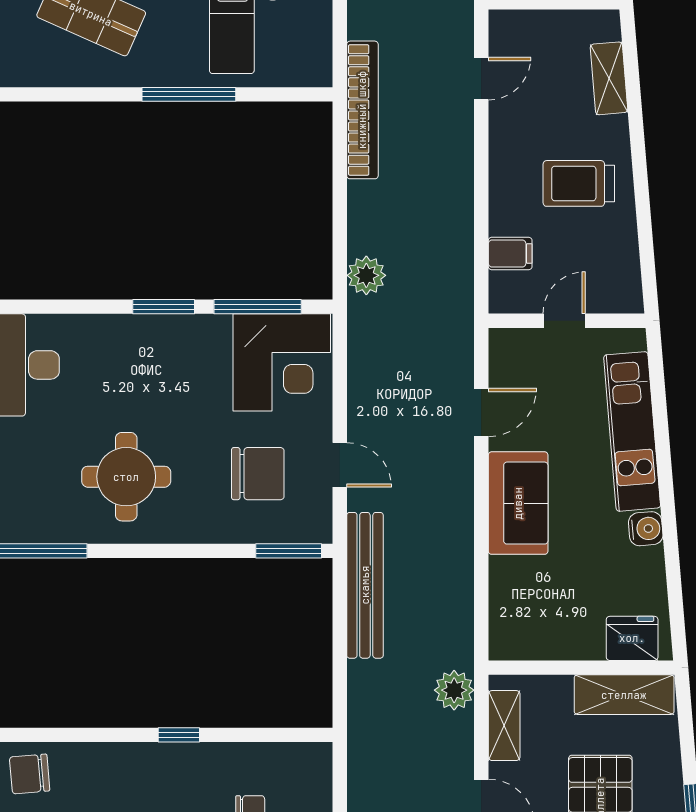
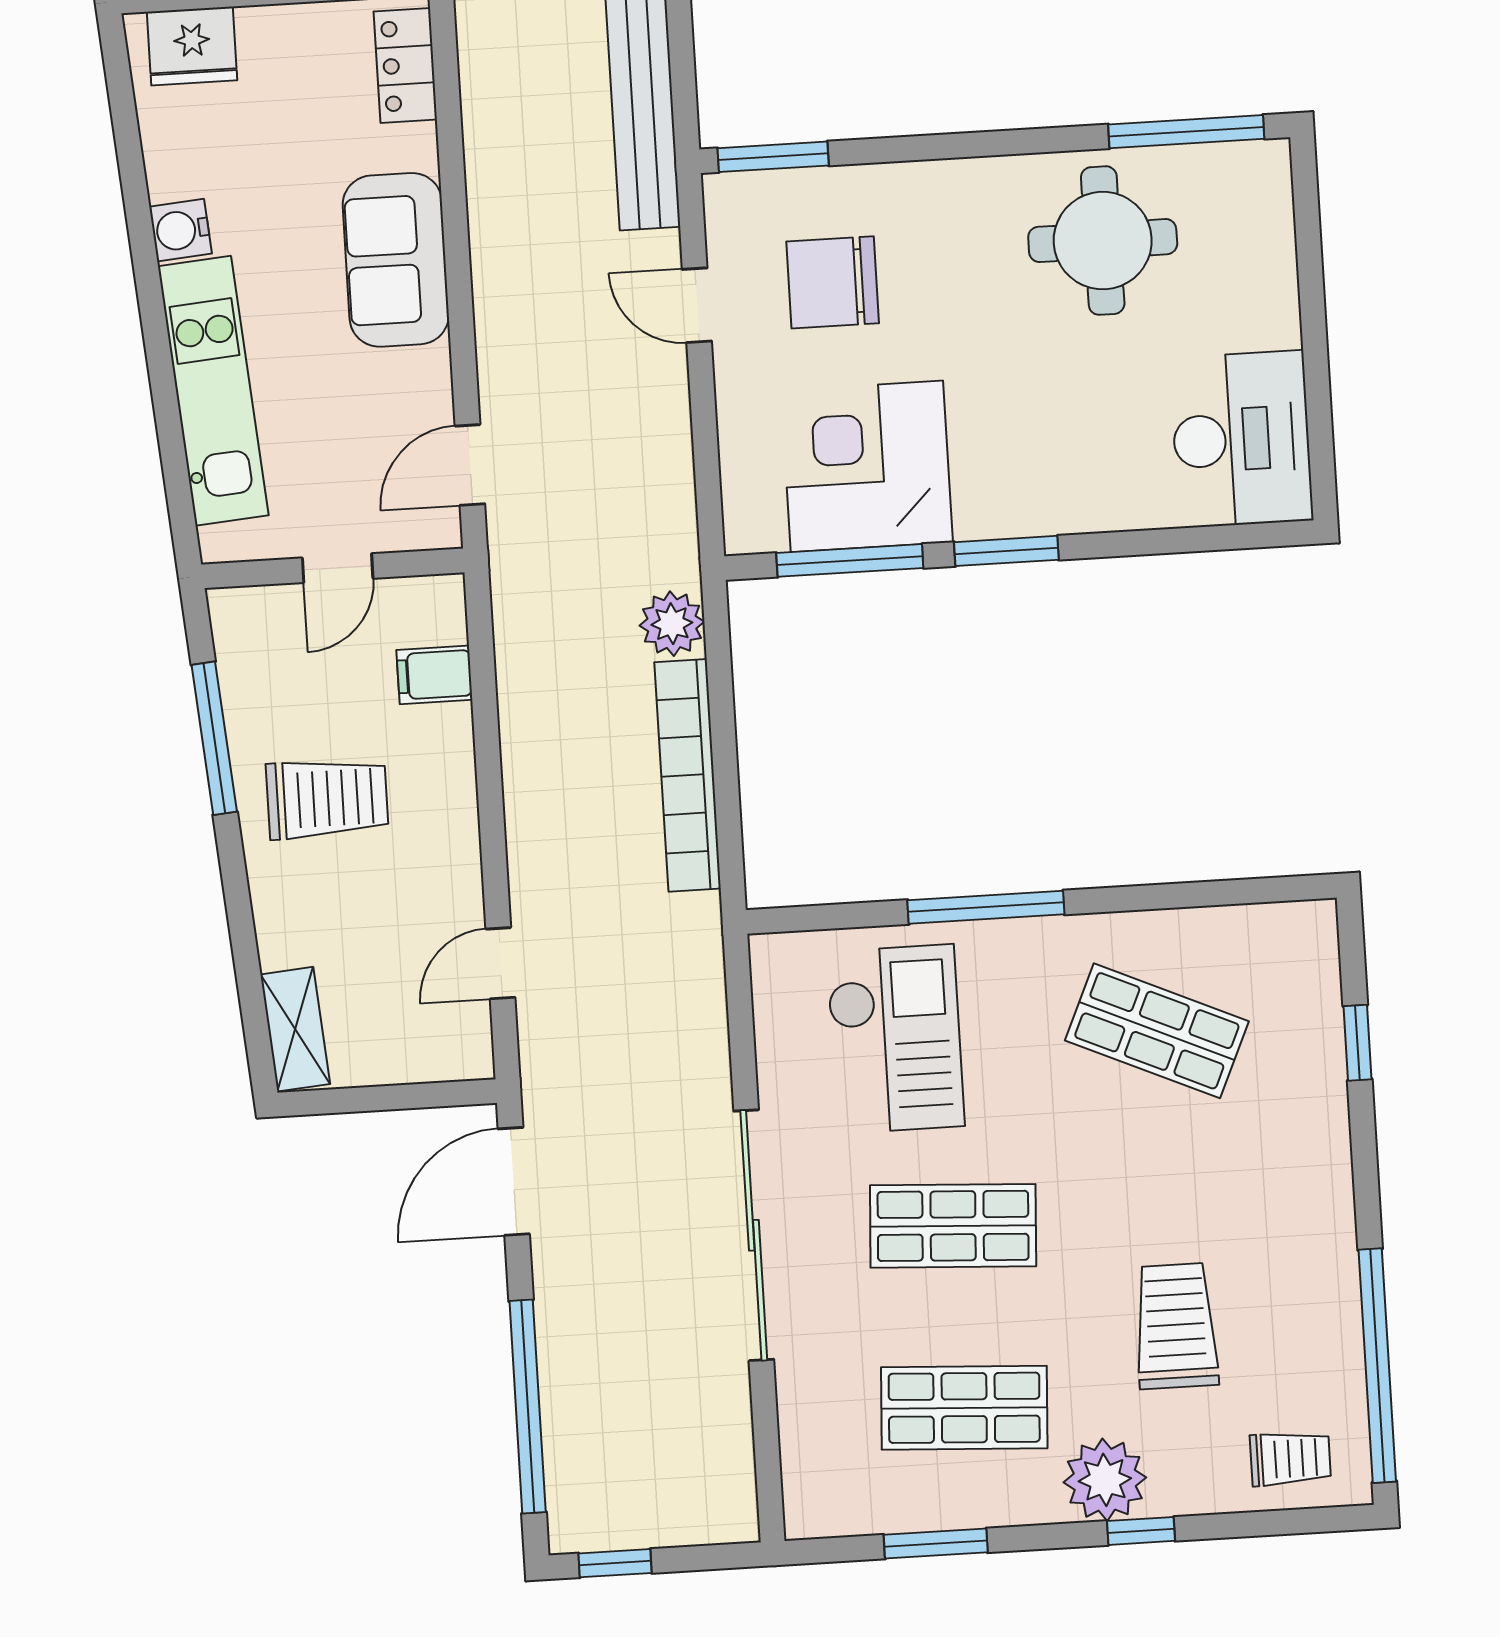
shelving: (609, 78) -> (295, 1029), moved
bookcase: (362, 110) -> (688, 775), moved
window: (644, 224) -> (214, 738), added
corner desk: (282, 362) -> (867, 466), moved
door: (481, 412) -> (470, 465), moved
round table: (126, 477) -> (1103, 241), moved
locker: (505, 619) -> (405, 66), added

